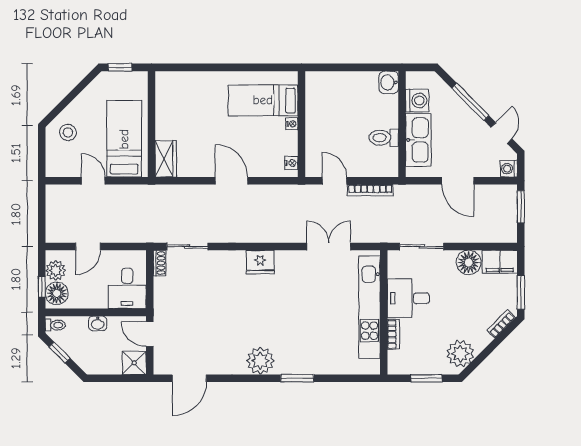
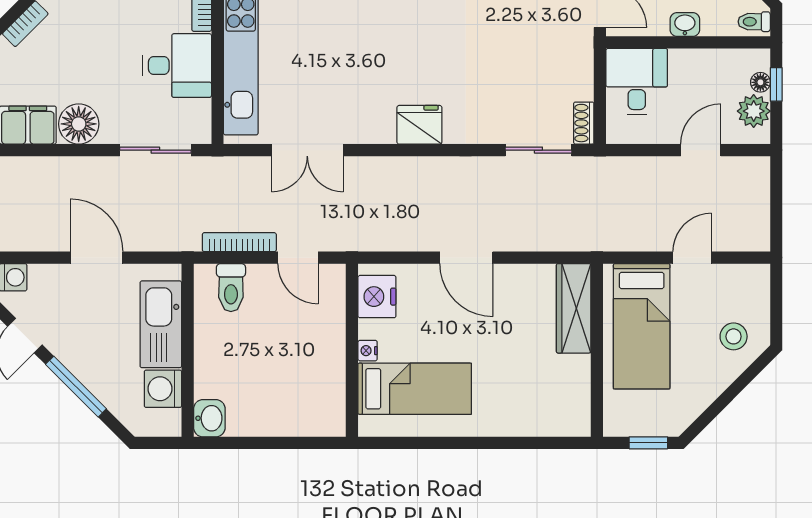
toilet: (384, 138) -> (231, 288), moved, turned 90
wardrobe: (166, 159) -> (574, 308), width x1.50
nightstand: (291, 163) -> (377, 297), width x1.89, depth x1.79
door: (93, 181) -> (692, 258), swing flipped
floor lamp: (57, 293) -> (760, 82), width x0.53, depth x0.53

